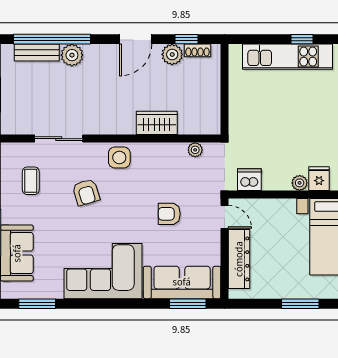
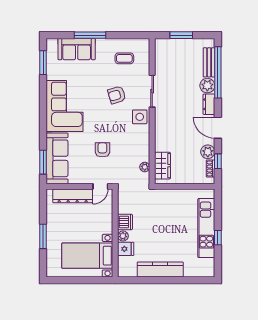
dresser: (100, 53) -> (209, 104), added
wardrobe: (157, 123) -> (162, 166), moved
sliding door: (59, 139) -> (152, 91), moved
dishwasher: (249, 180) -> (125, 222), moved

